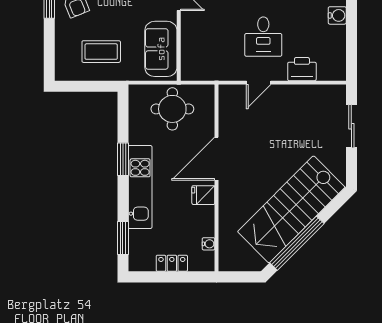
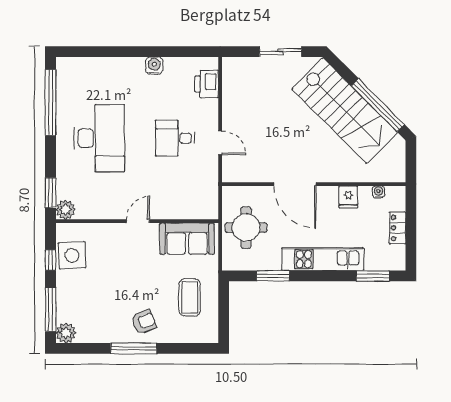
desk: (263, 37) -> (175, 138), turned 180
printer: (302, 69) -> (207, 84), moved
sliding door: (351, 126) -> (281, 52), moved
window: (123, 159) -> (273, 276), moved
fridge: (203, 195) -> (348, 197), moved

